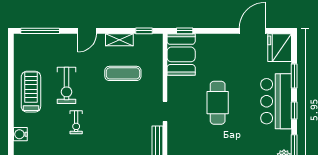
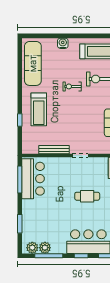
cafe table: (218, 103) -> (87, 196), width x0.73, depth x0.74

